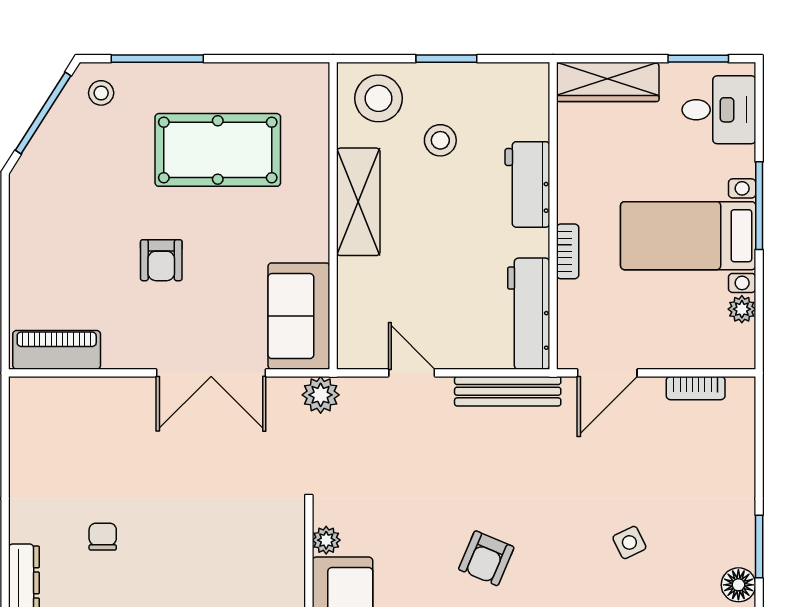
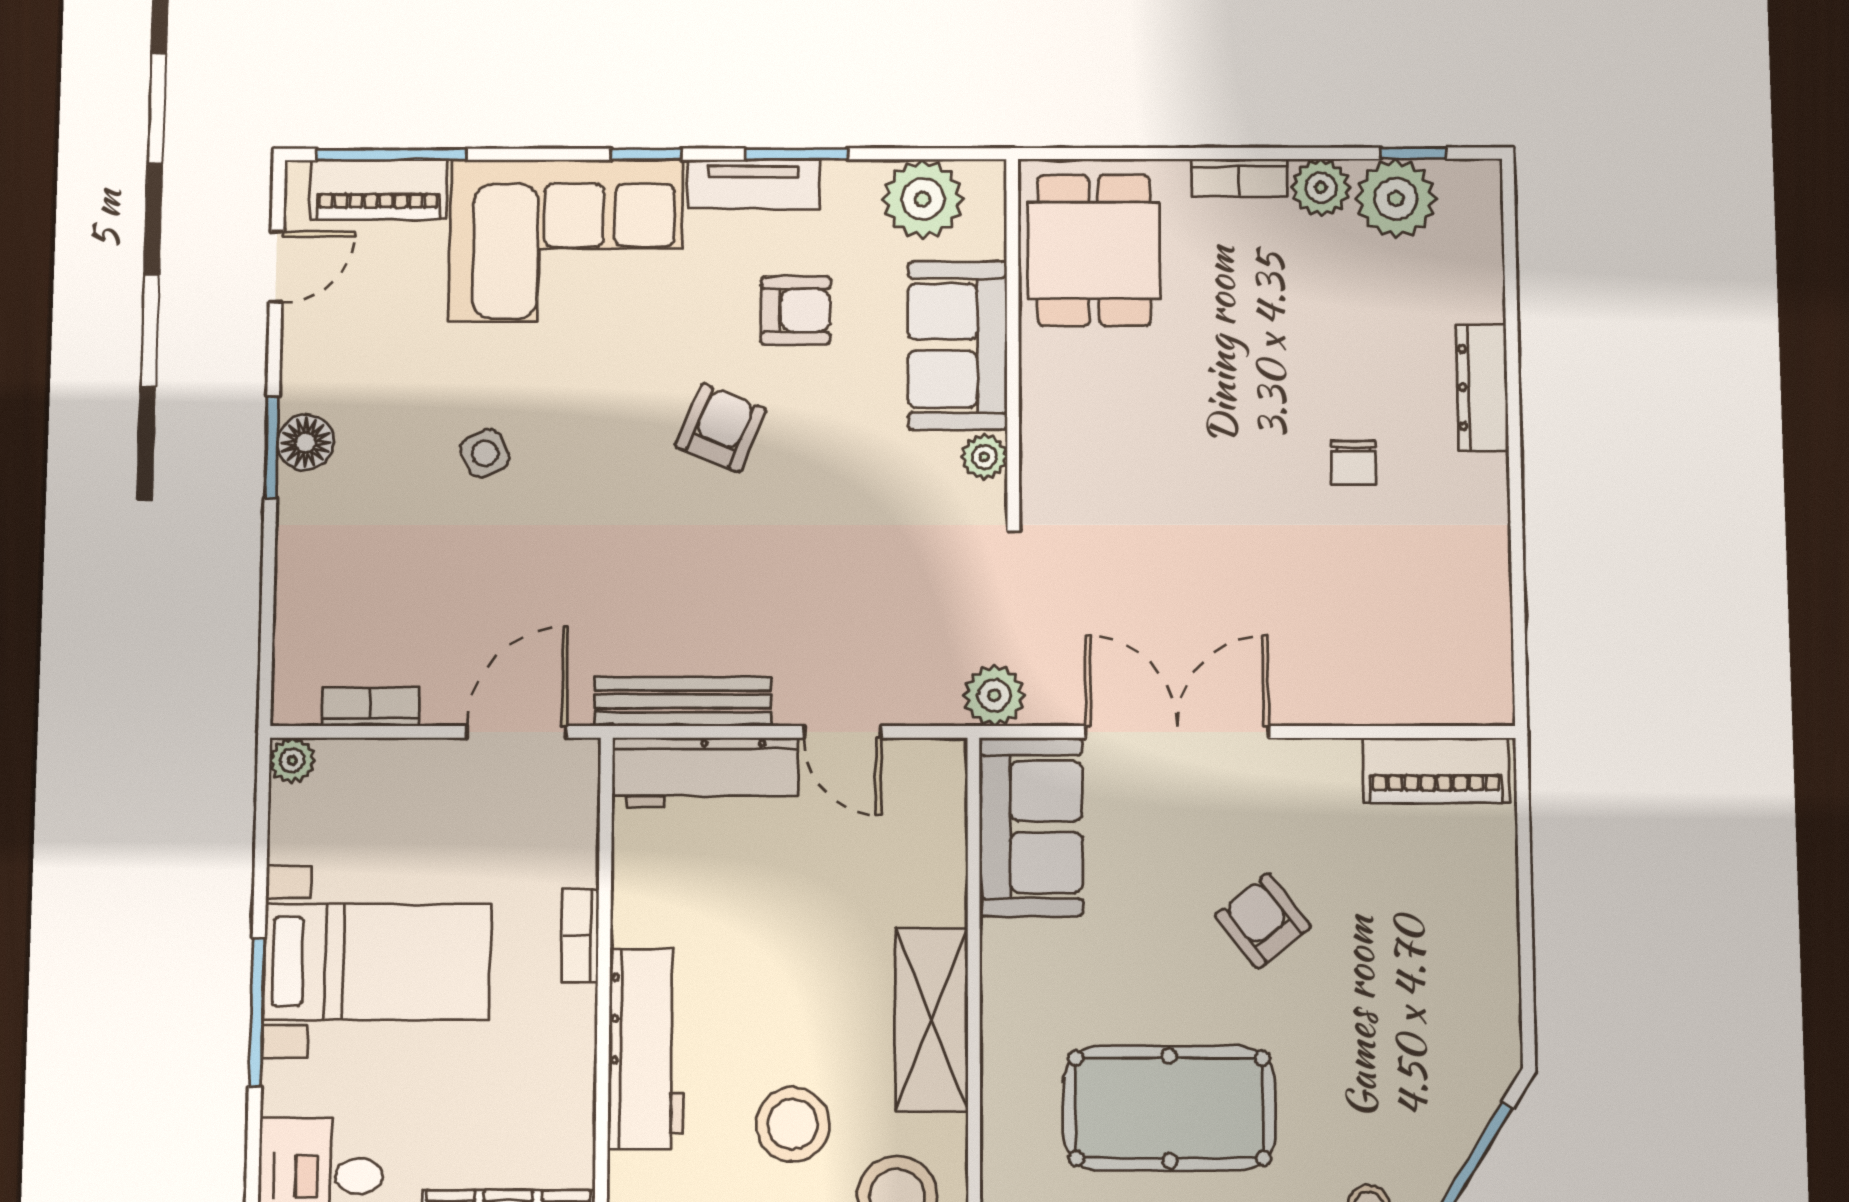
stool: (440, 140) -> (793, 1124), width x1.38, depth x1.38
workbench: (527, 184) -> (646, 1049), width x1.38
armchair: (161, 260) -> (1263, 921), turned -38
plant: (742, 309) -> (292, 760), moved
workbench: (529, 314) -> (705, 773), moved, turned 90
floor lamp: (738, 585) -> (306, 443), moved

